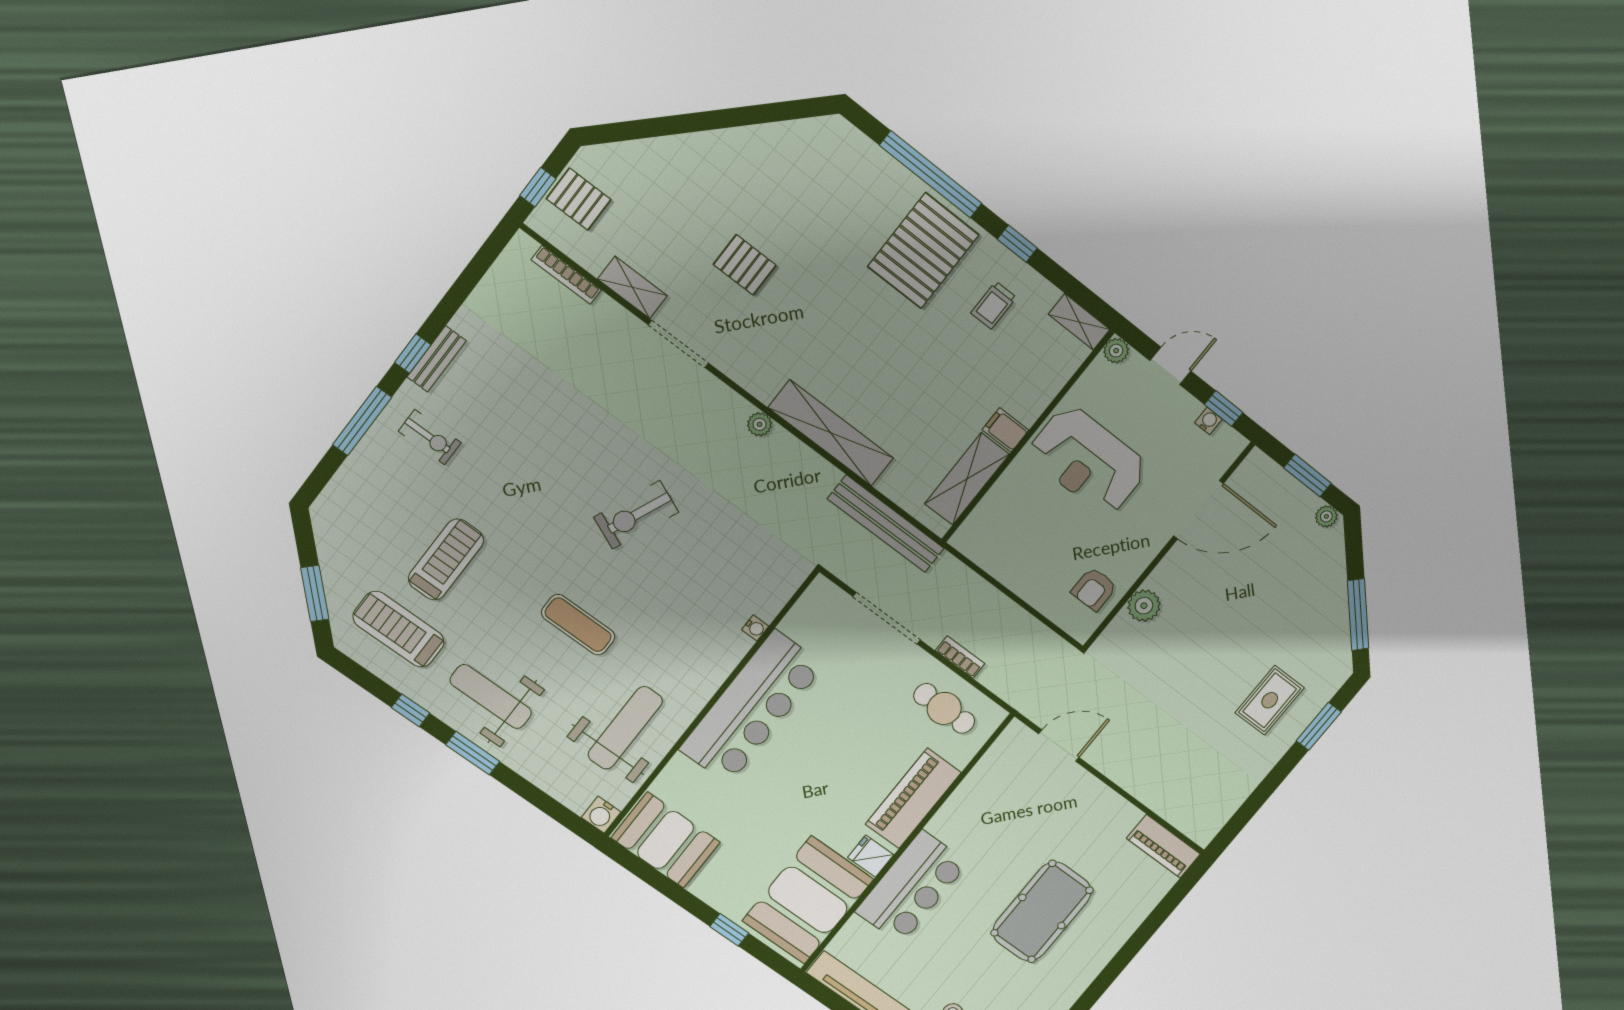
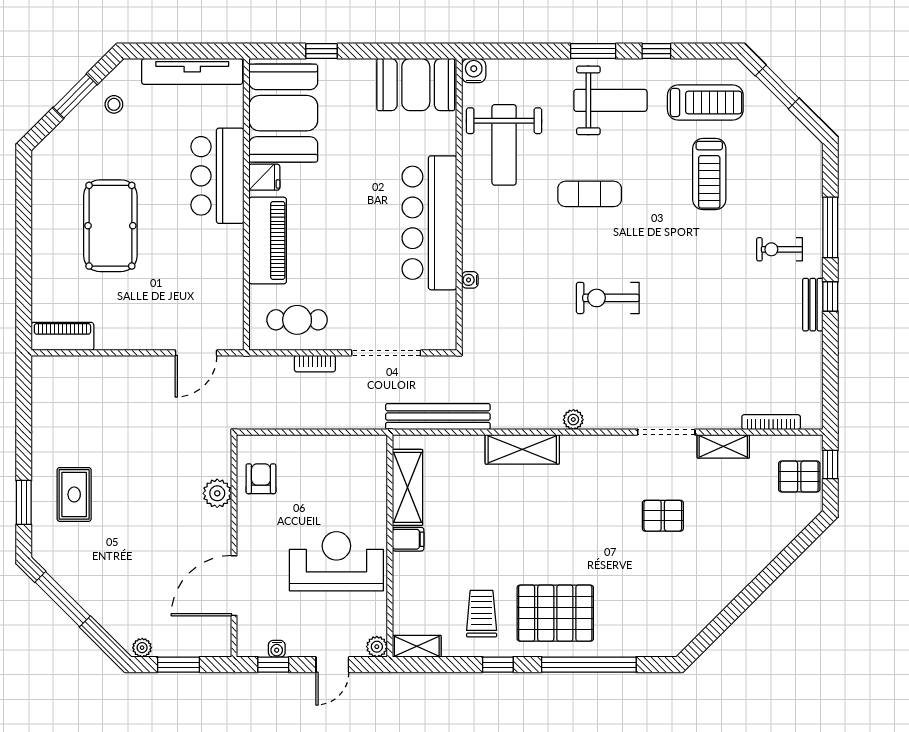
pallet: (923, 251) -> (555, 613), turned 90
trolley: (994, 305) -> (482, 614), width x1.36, depth x1.39
shelving: (831, 433) -> (522, 449), width x0.68
exercise bike: (636, 515) -> (608, 298), turned -113

